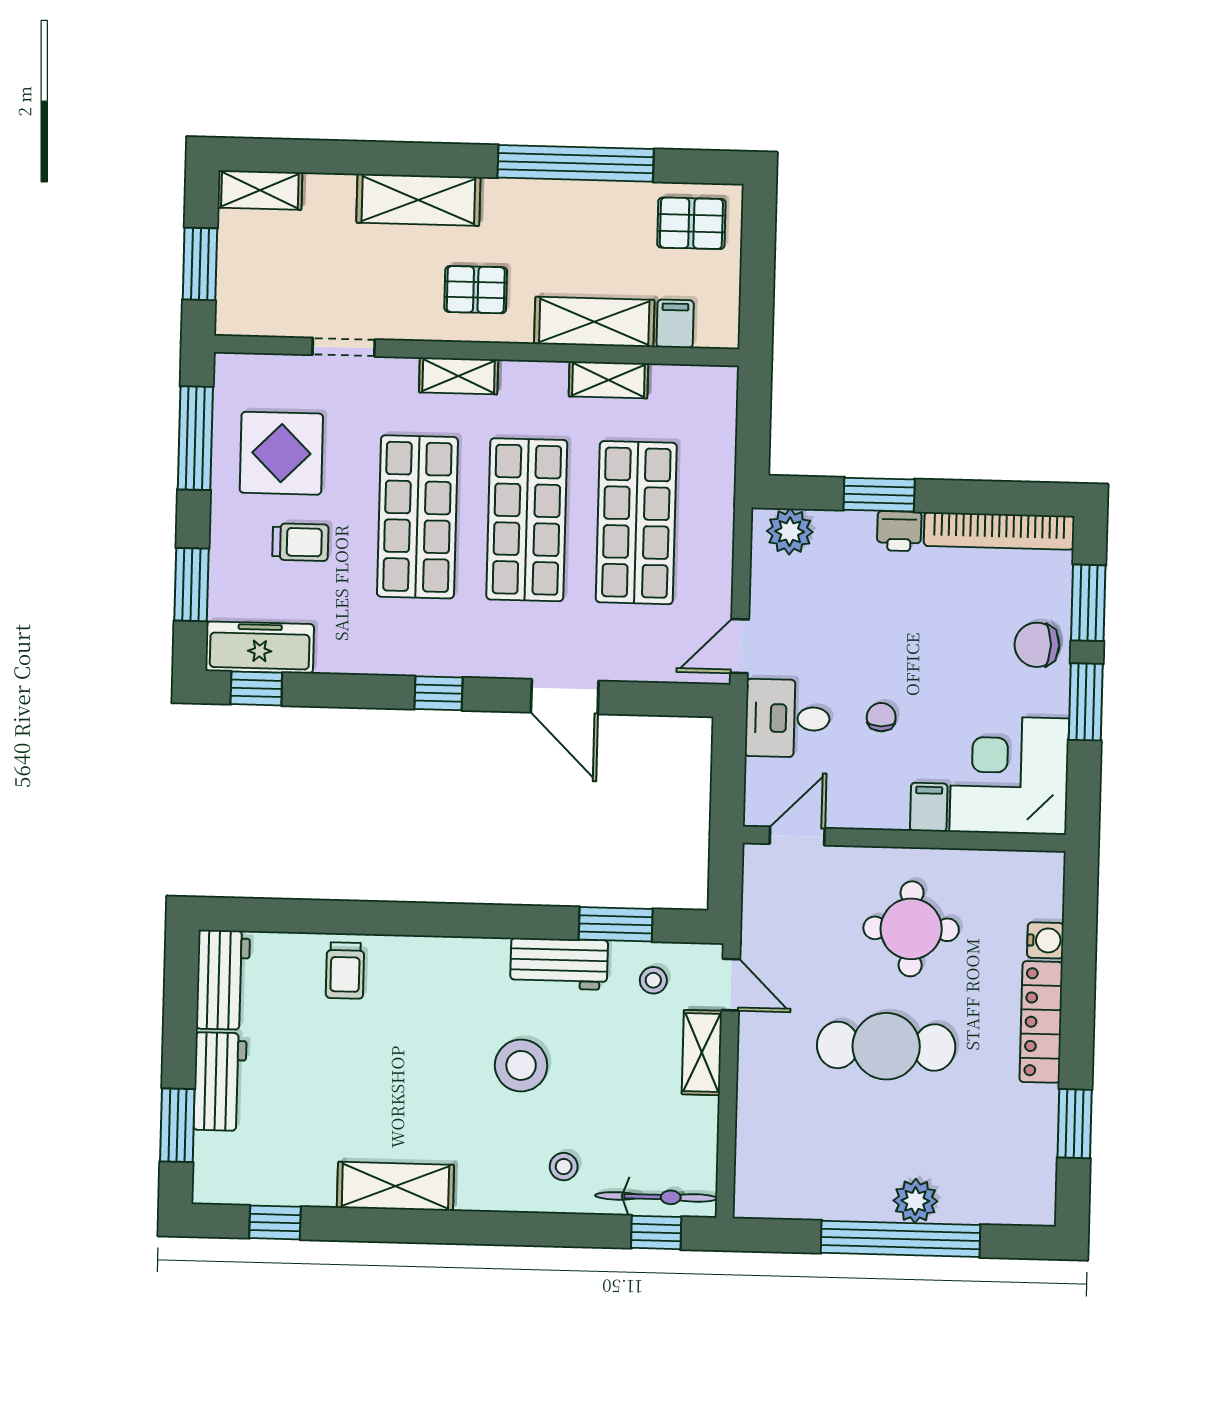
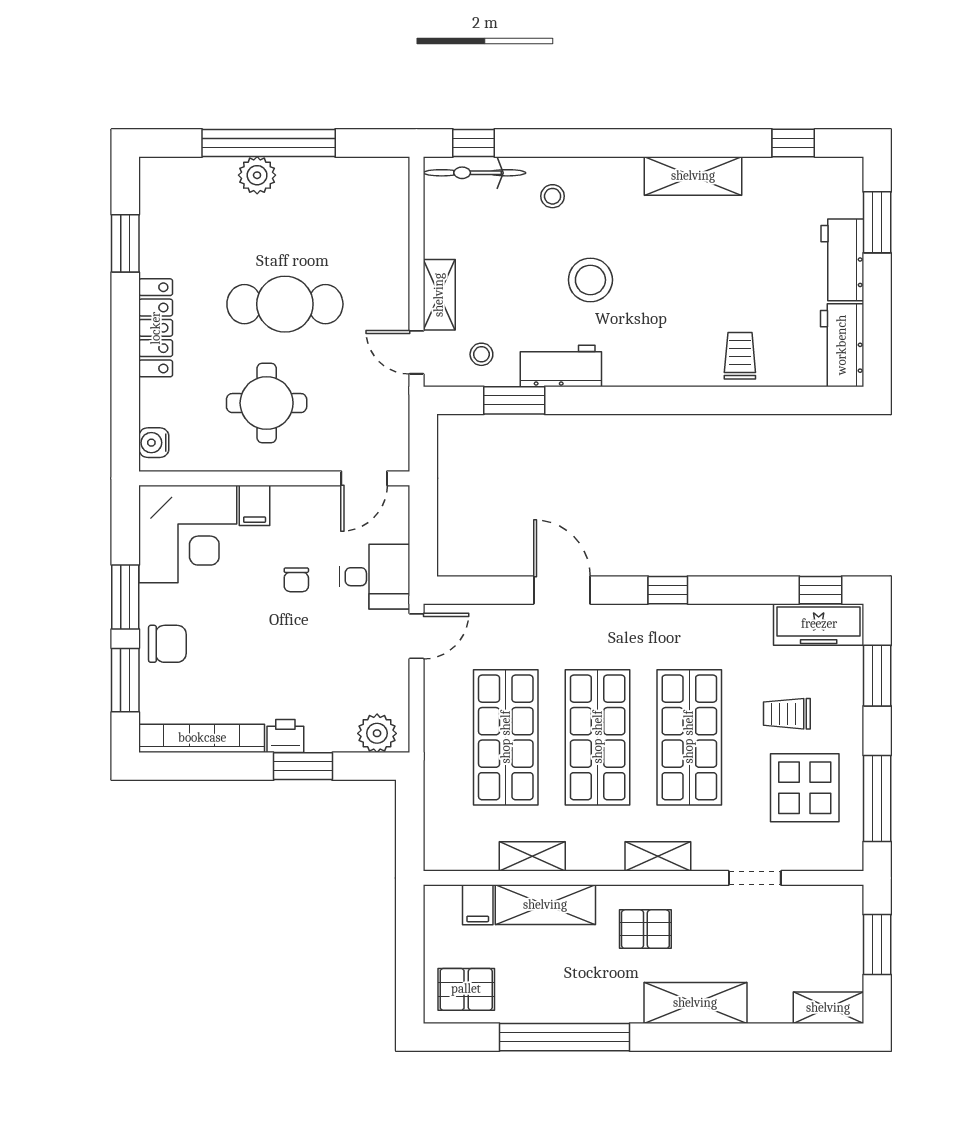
water cooler: (1045, 940) -> (154, 443), moved

